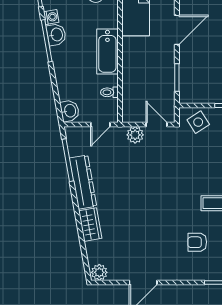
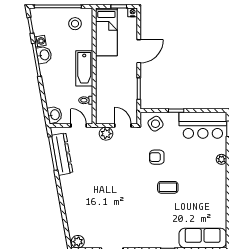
door: (100, 124) -> (79, 126), swing flipped
dresser: (83, 182) -> (62, 154), moved
wardrobe: (90, 225) -> (71, 204), removed
armchair: (197, 242) -> (157, 157), moved

